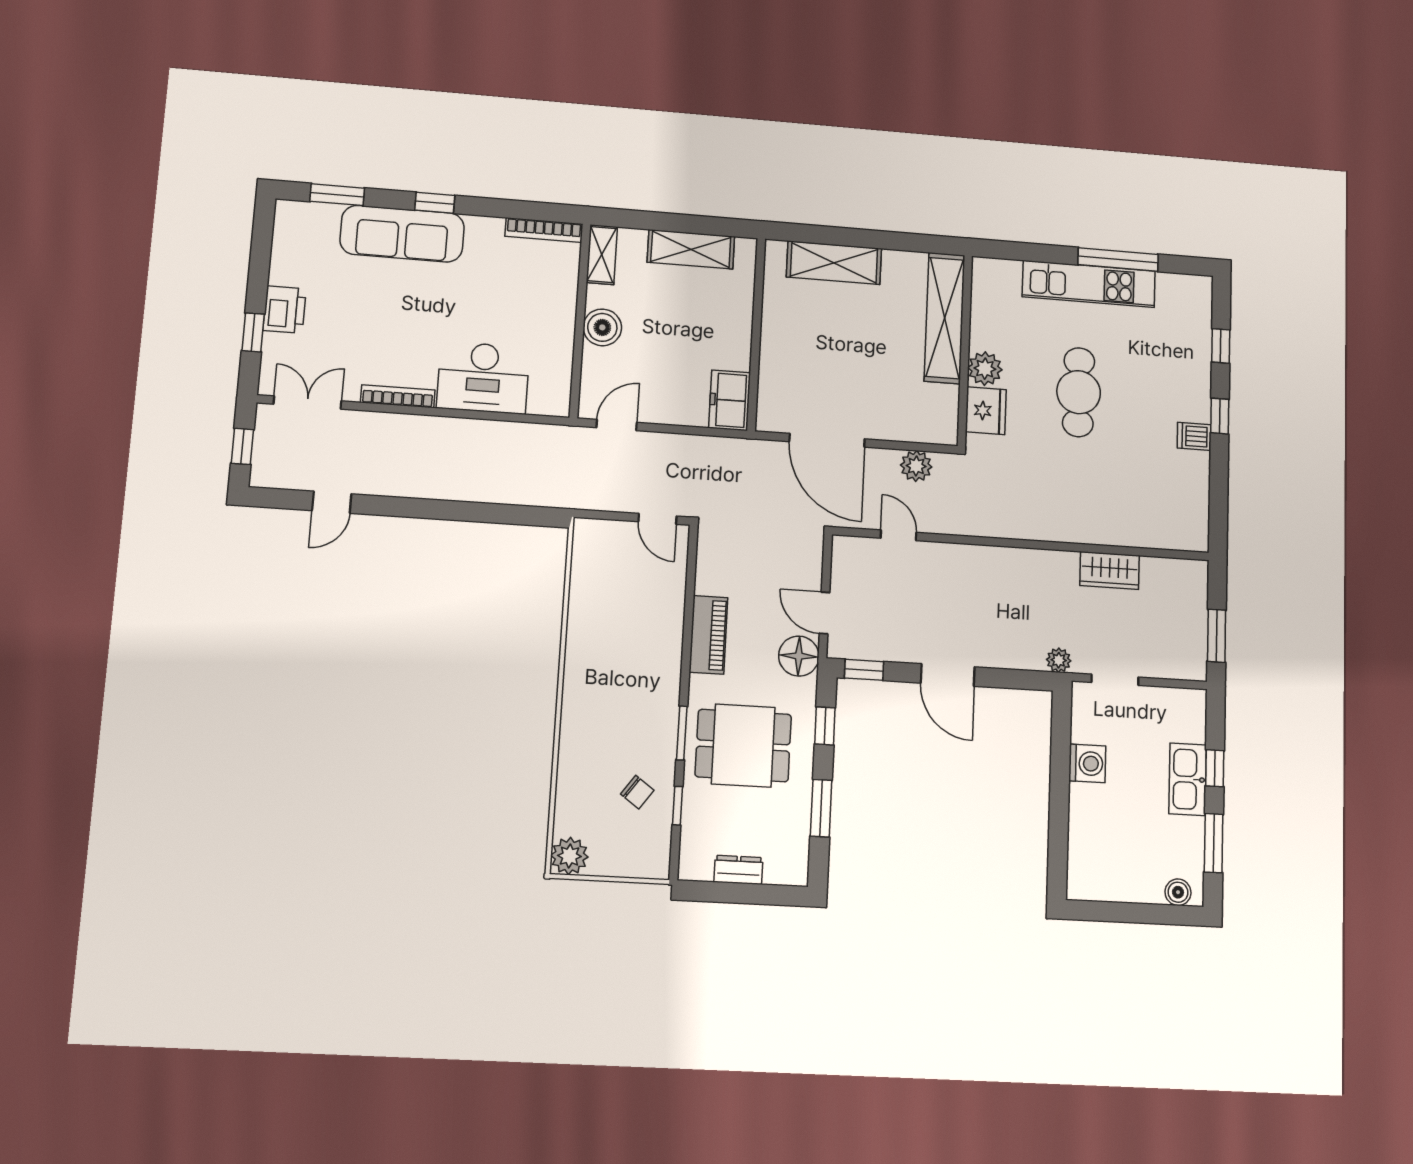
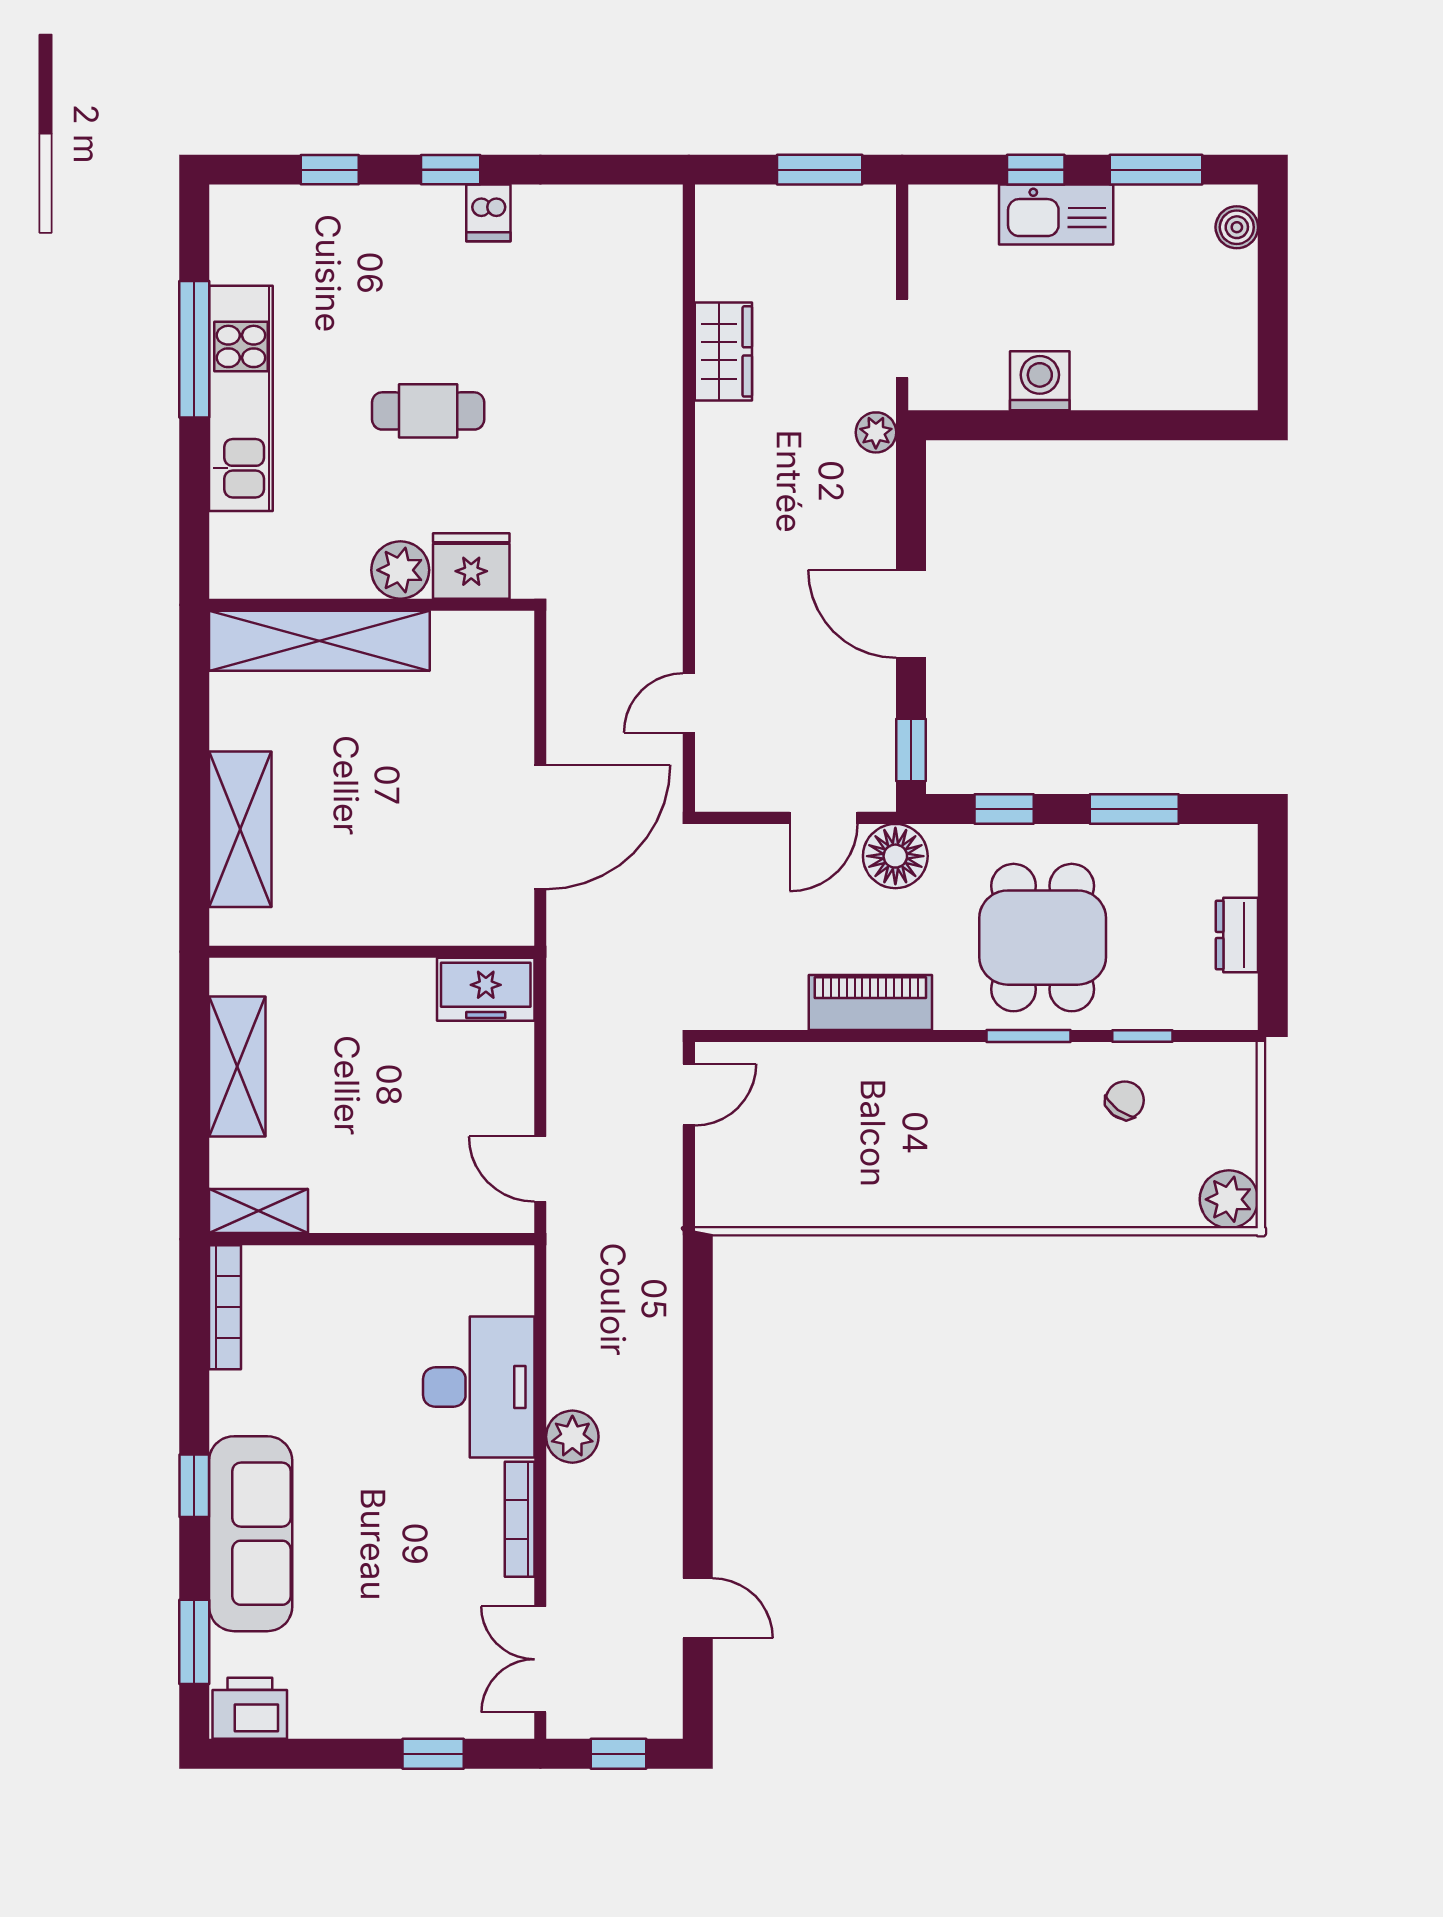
printer: (285, 310) -> (250, 1708), moved
boiler: (602, 327) -> (381, 1202), removed
cafe table: (1079, 392) -> (428, 411), width x0.73, depth x0.74
plant: (916, 466) -> (572, 1437), moved
door: (948, 675) -> (911, 614), swing flipped

